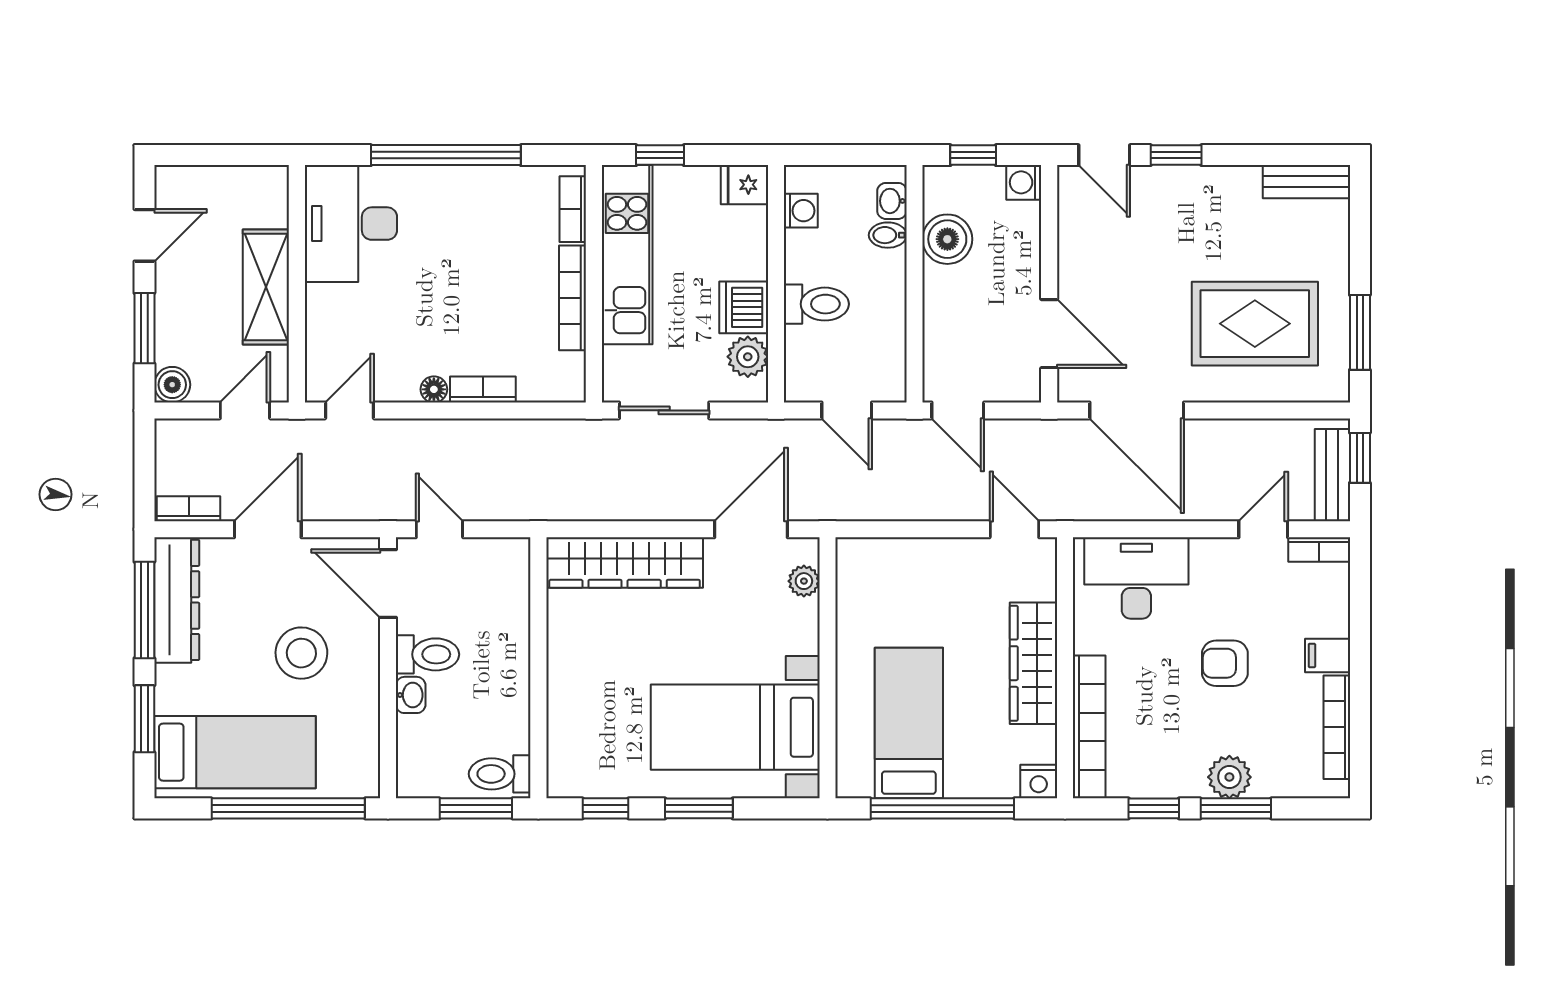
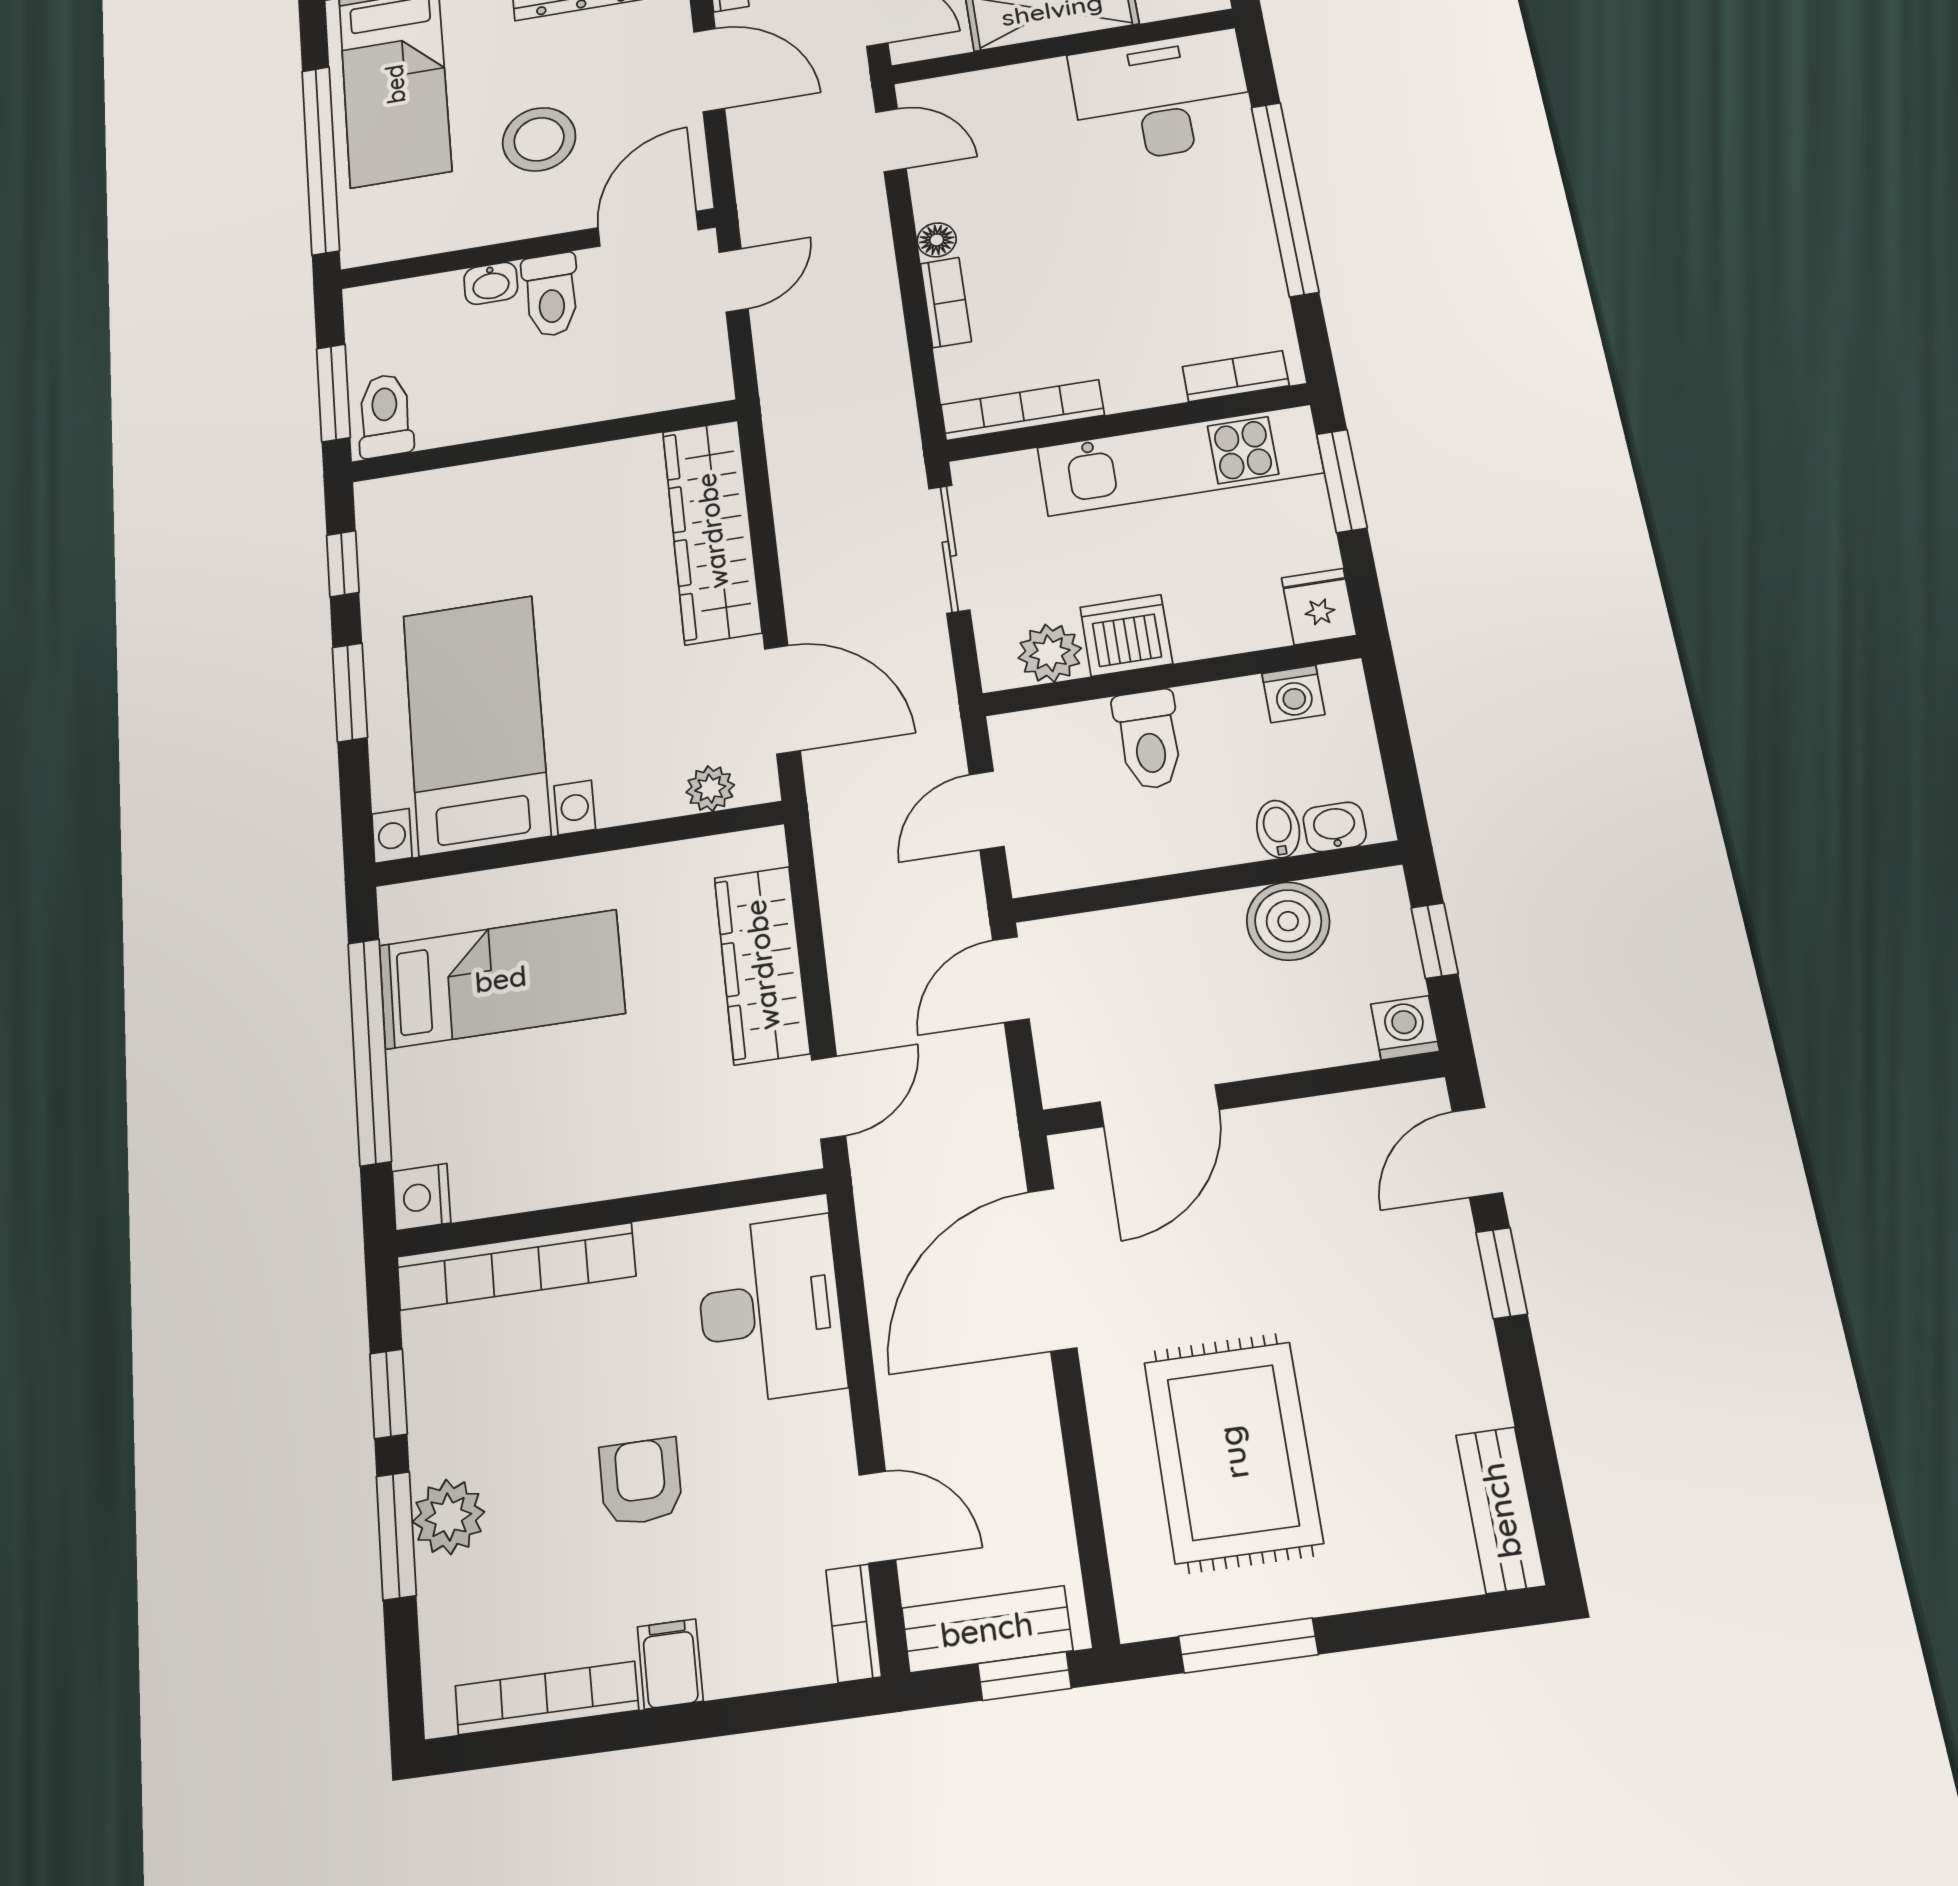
window: (660, 155) -> (1342, 481), width x1.50
bookcase: (573, 298) -> (1022, 410), moved
wardrobe: (1034, 663) -> (762, 965), moved, turned -90

